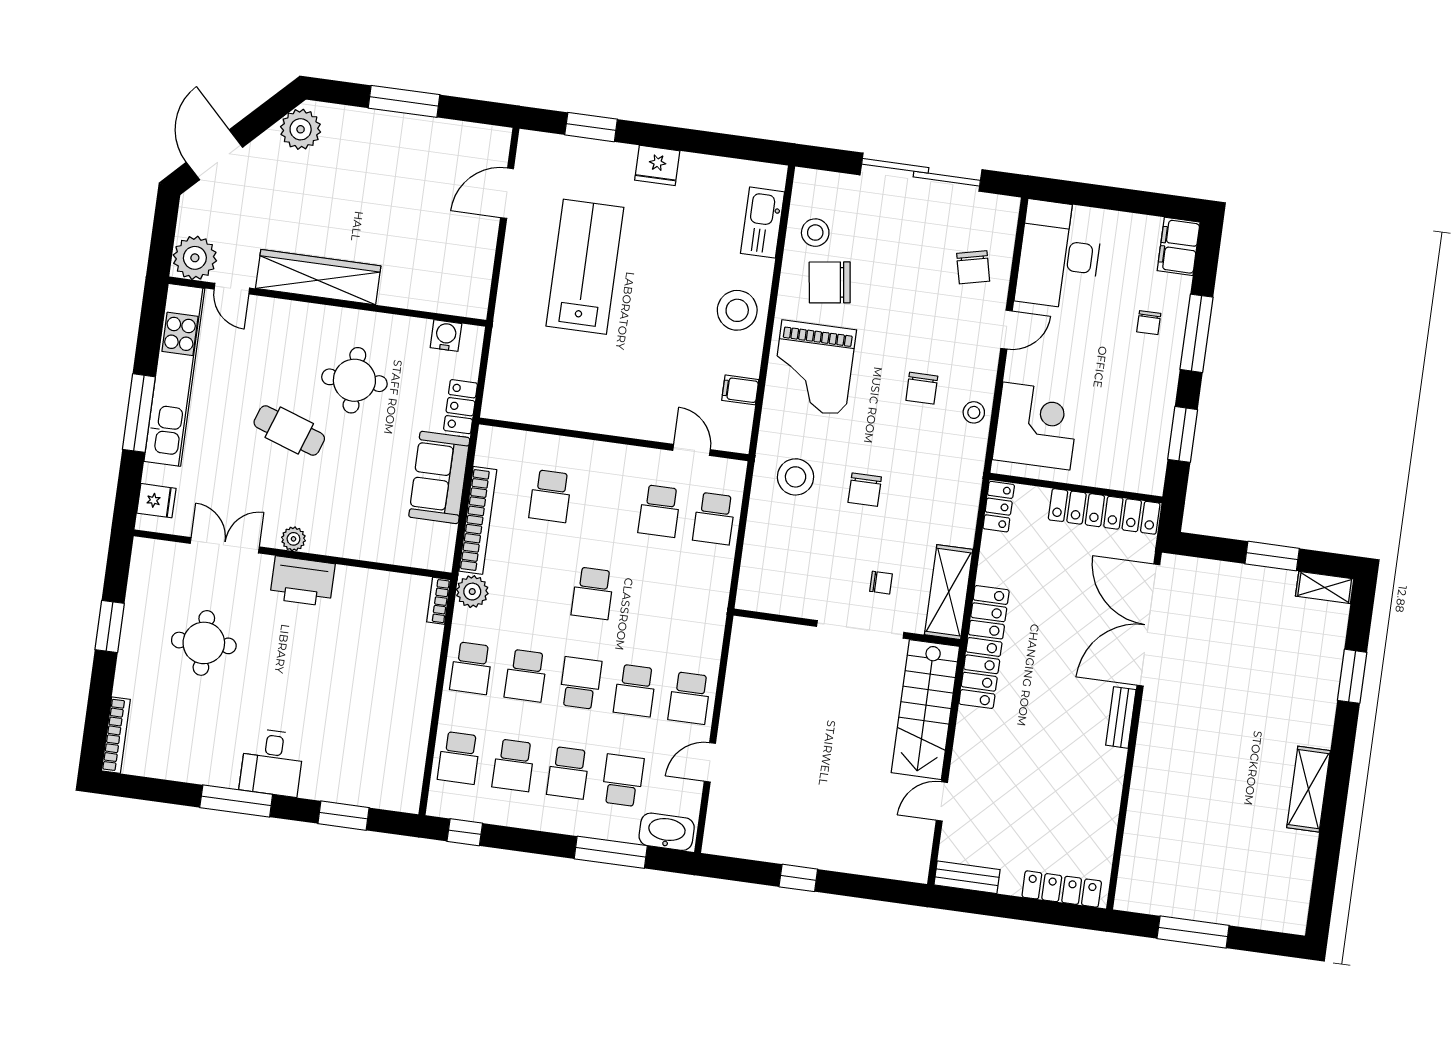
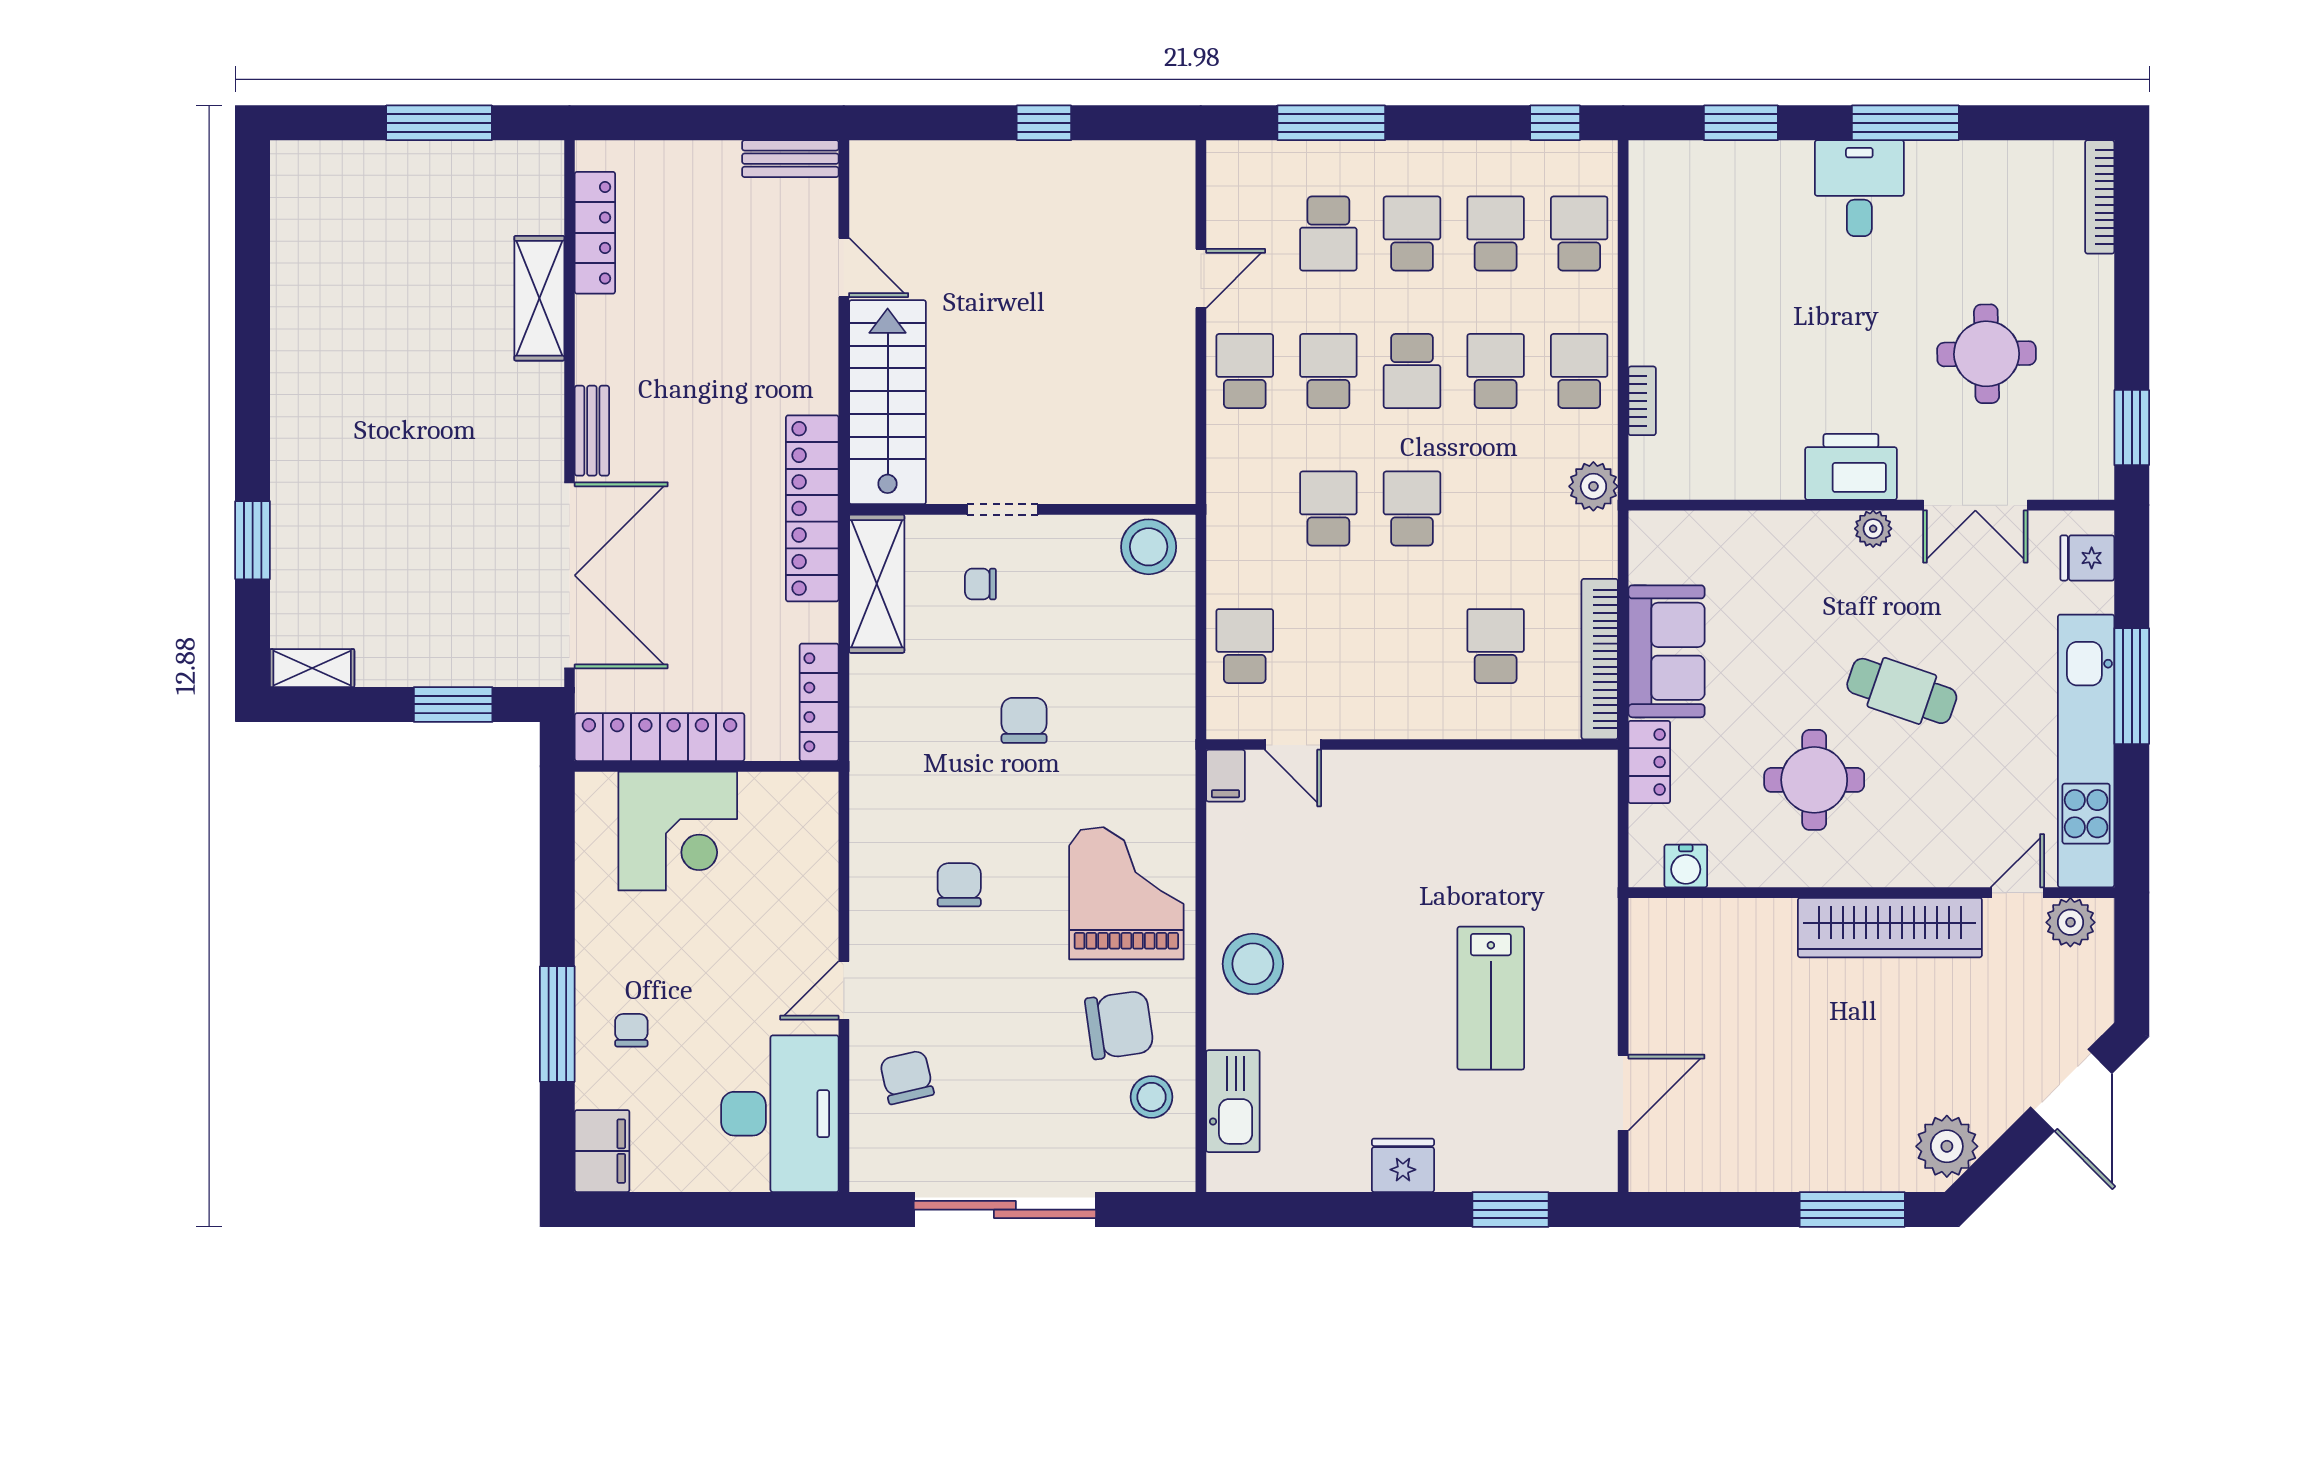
window: (404, 101) -> (1852, 1210), moved
plant: (195, 258) -> (2070, 922), width x0.73, depth x0.73
lab bench: (585, 267) -> (1491, 998), width x0.73, depth x0.72
door: (232, 289) -> (2017, 893), hinge flipped
filing cabinet: (740, 390) -> (1225, 776), moved, turned 90
stool: (974, 412) -> (876, 859), removed
corner desk: (1036, 426) -> (678, 831), moved, turned -90
window: (1183, 434) -> (557, 869), removed
stool: (796, 477) -> (1149, 547), moved
locker: (999, 507) -> (819, 702), width x1.53
school desk: (659, 511) -> (1328, 509), moved
bookcase: (478, 520) -> (1600, 659), moved
window: (1272, 556) -> (453, 704), moved
bookcase: (439, 601) -> (1642, 401), moved
window: (110, 627) -> (2132, 428), moved
doorway: (860, 629) -> (1002, 509), width x0.53
shelving: (1308, 789) -> (539, 298), moved
door: (942, 801) -> (844, 267), hinge flipped
washbasin: (667, 832) -> (1252, 165), removed
locker: (1062, 889) -> (595, 233), moved, turned -90

